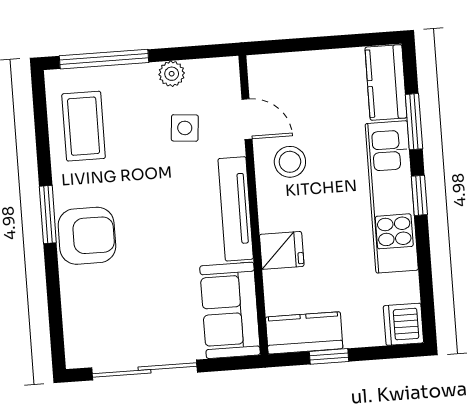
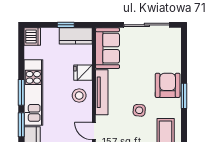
side table: (185, 128) -> (139, 110), moved
stool: (290, 162) -> (79, 96), moved
window: (419, 195) -> (21, 92), width x1.50
armchair: (87, 236) -> (168, 85), turned 90

